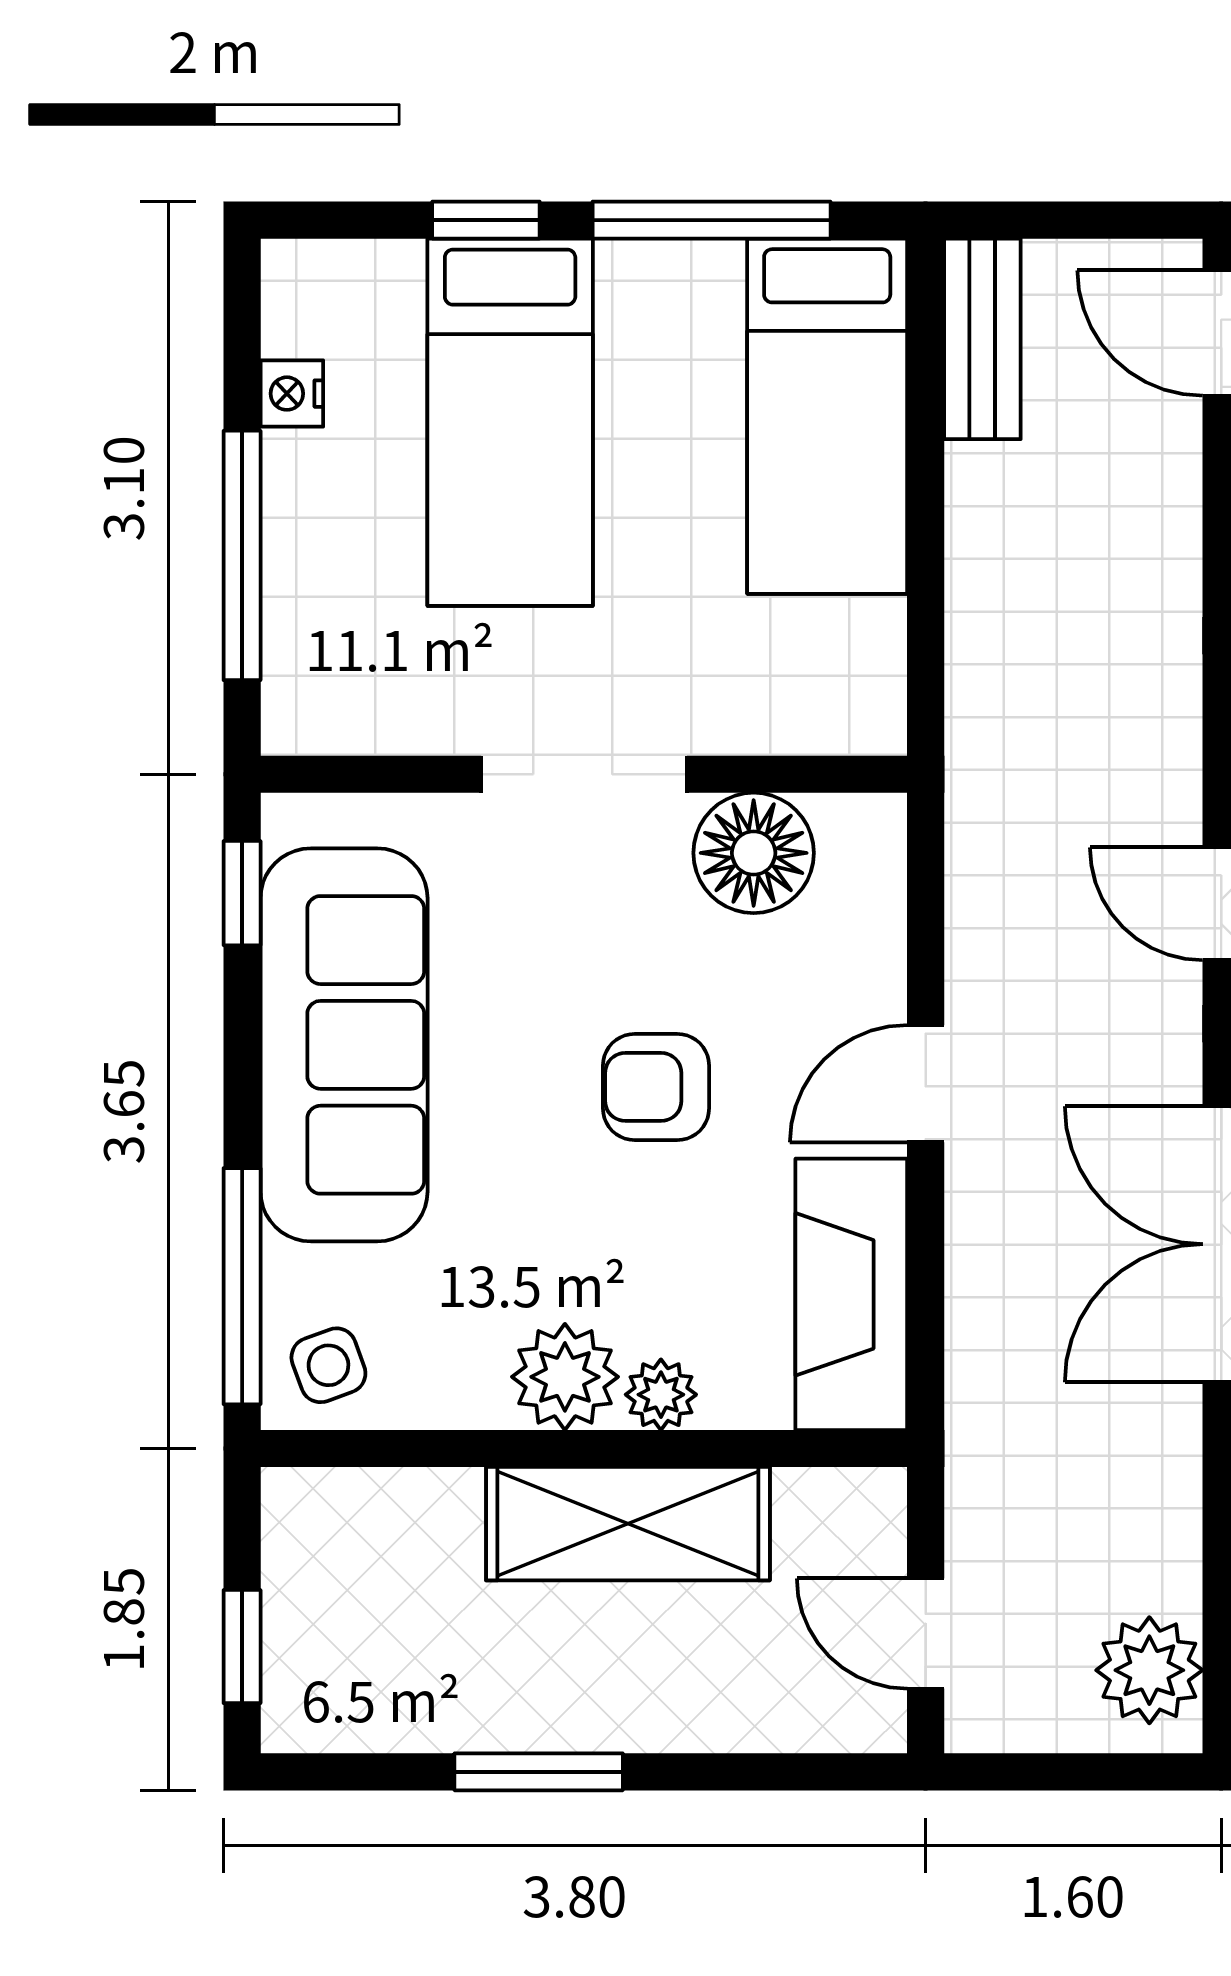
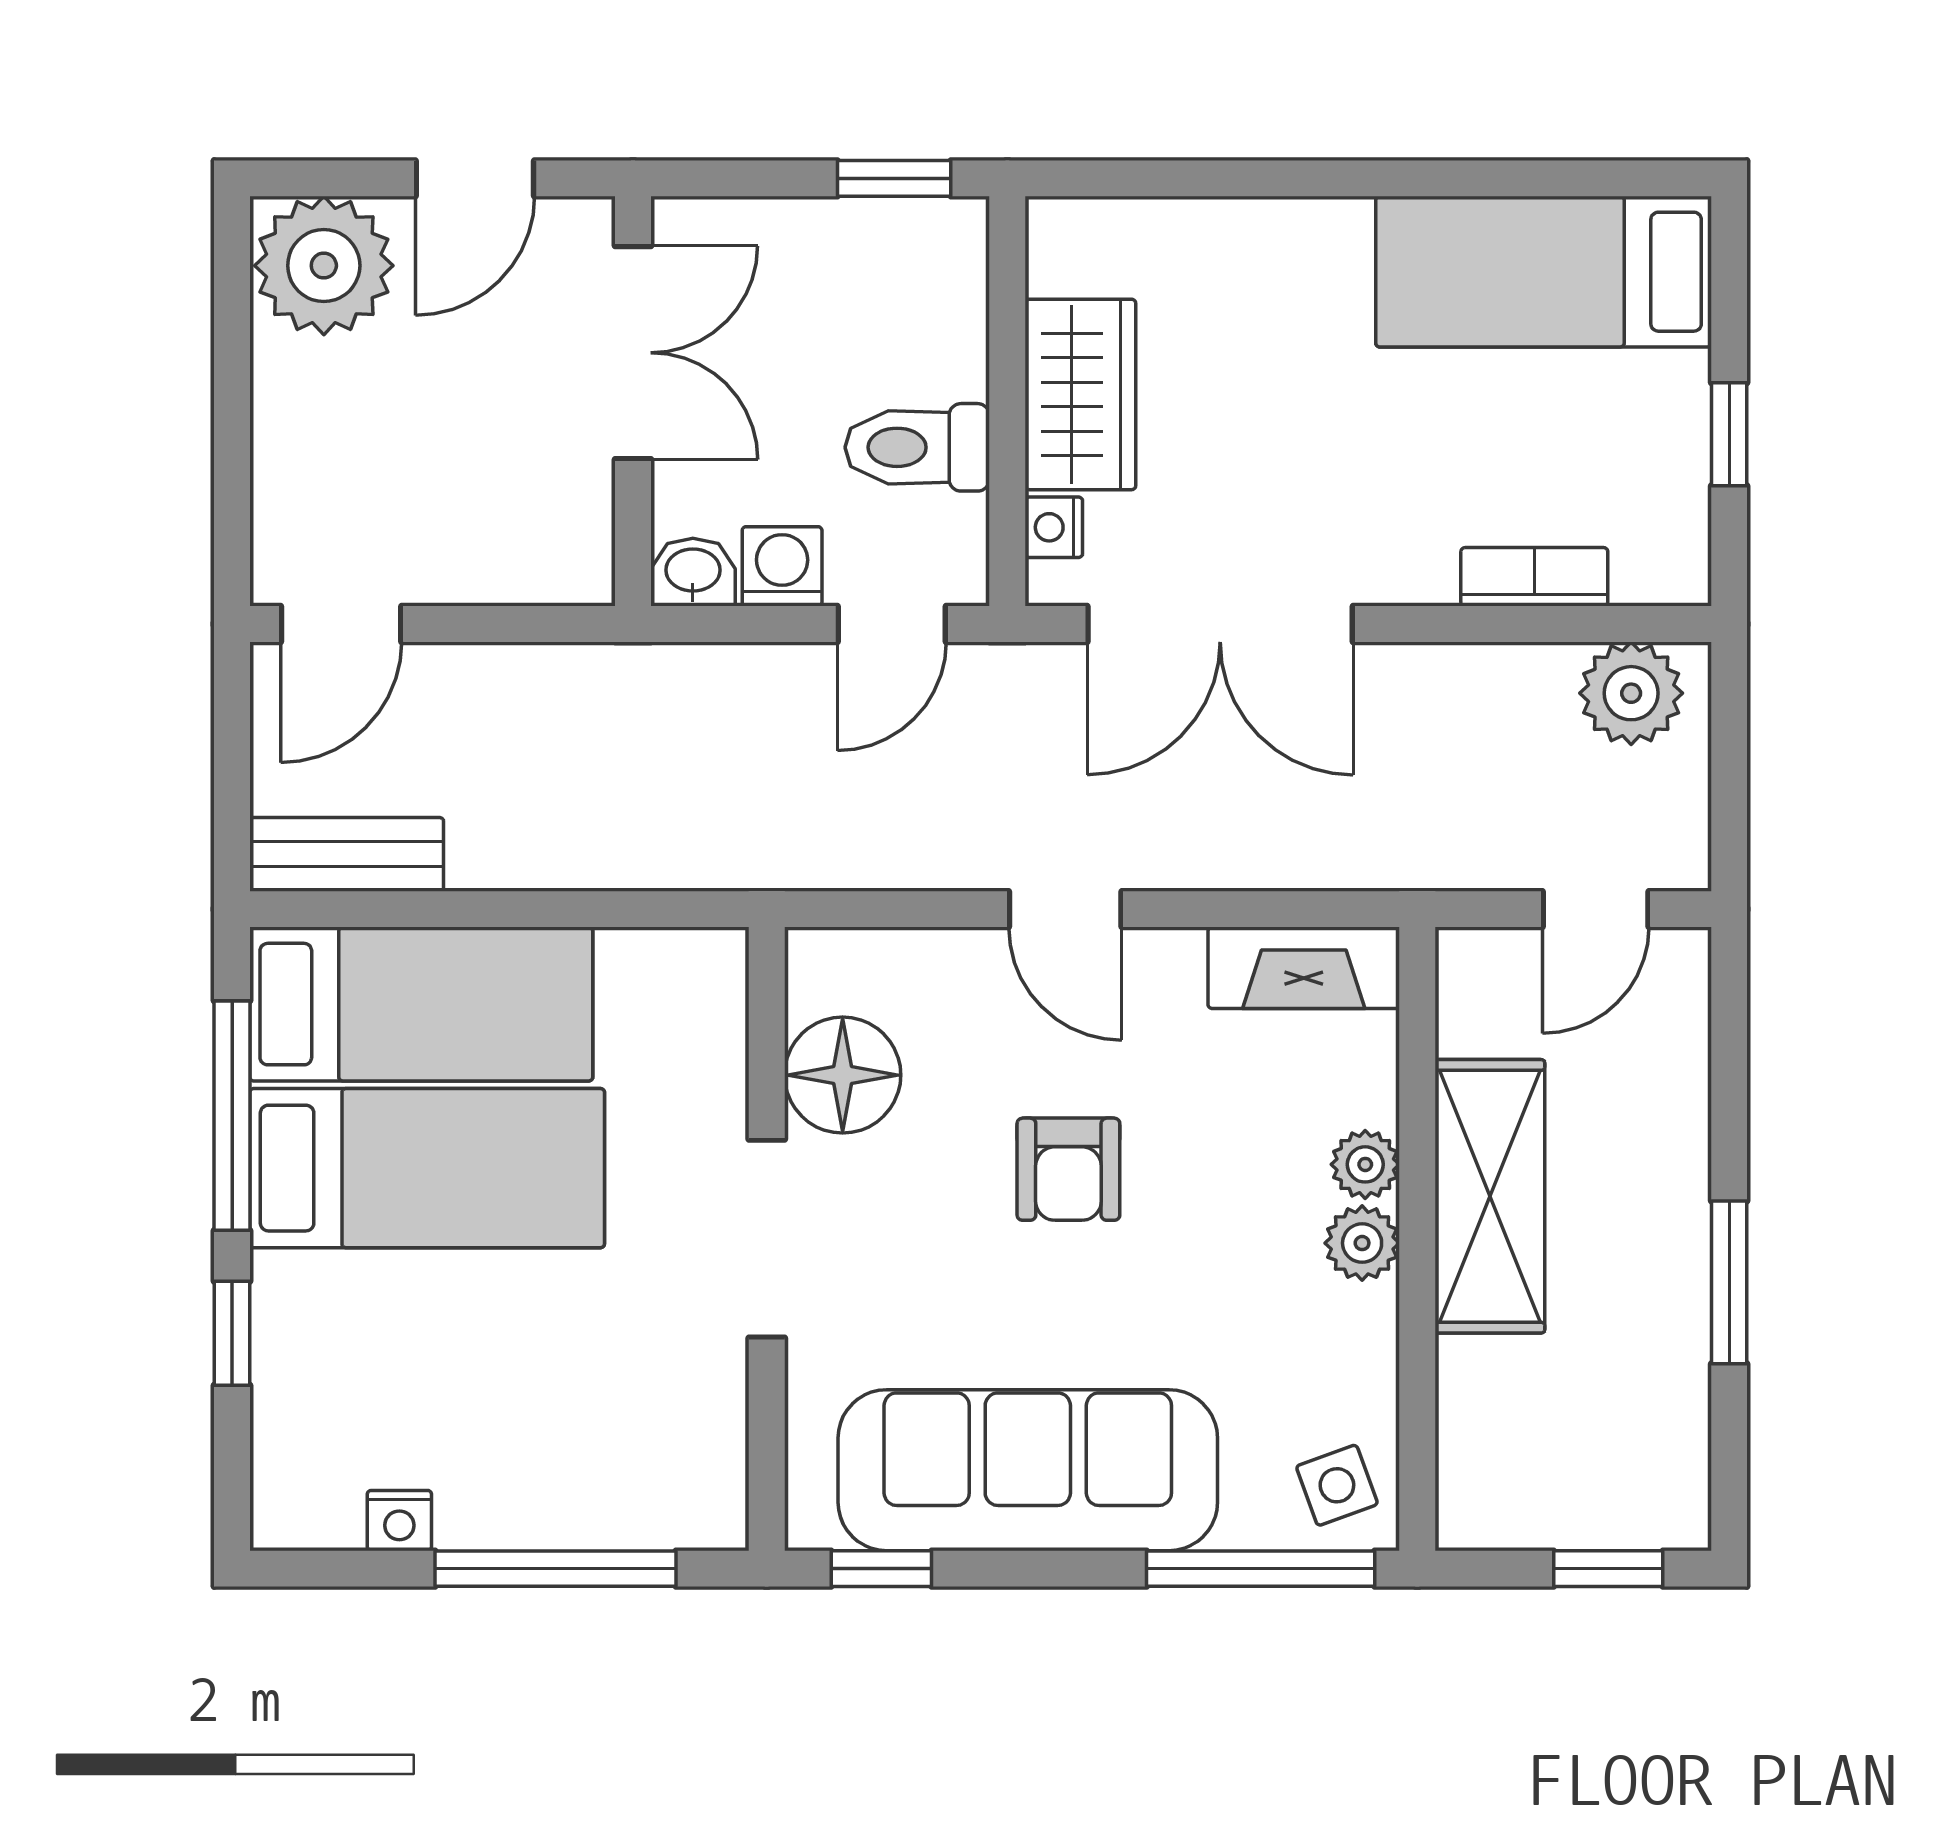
bed: (510, 422) -> (427, 1168), moved
fireplace: (851, 1294) -> (1304, 968), width x0.73, depth x0.76
plant: (565, 1377) -> (1362, 1243), width x0.73, depth x0.73

